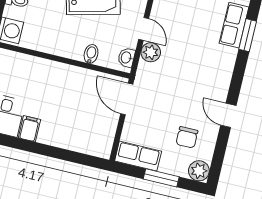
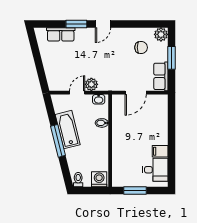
window: (248, 35) -> (76, 24), moved
door: (127, 99) -> (136, 93), moved
door: (228, 115) -> (103, 24), moved

